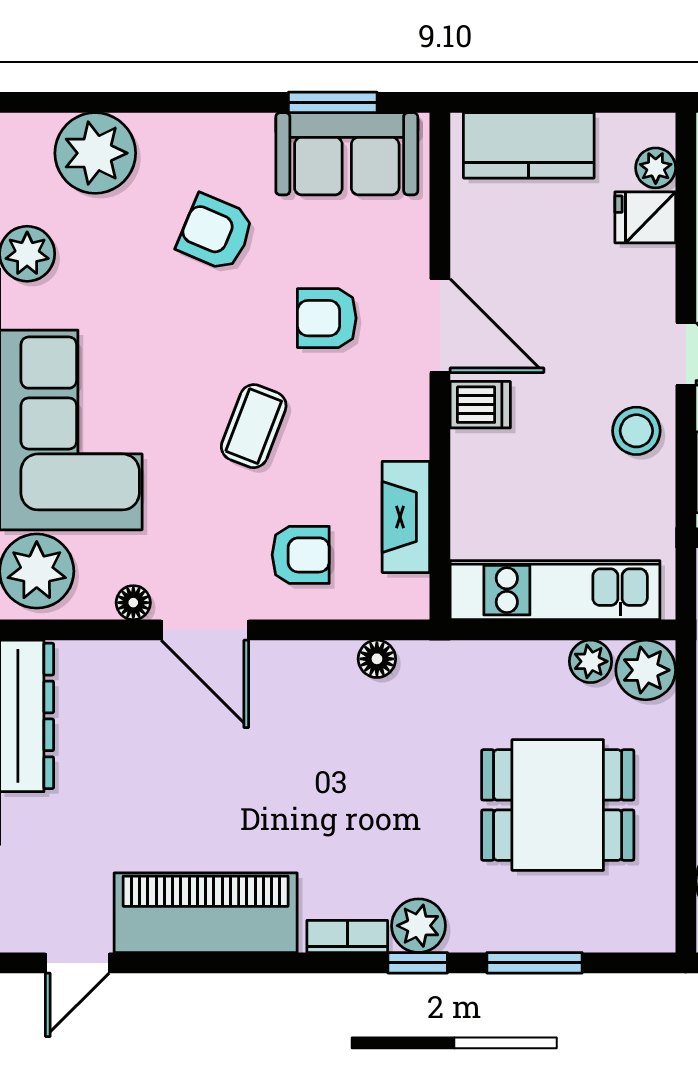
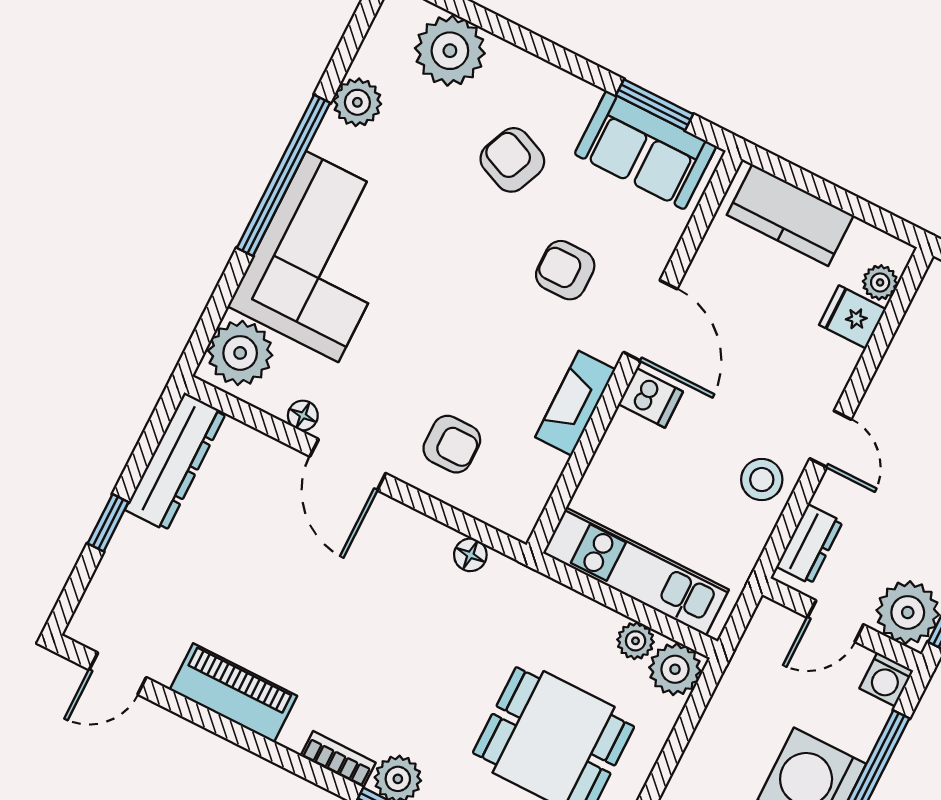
coffee table: (254, 426) -> (466, 325), removed
fireplace: (406, 517) -> (575, 403), moved
piano: (206, 913) -> (233, 693), width x0.73, depth x0.75

